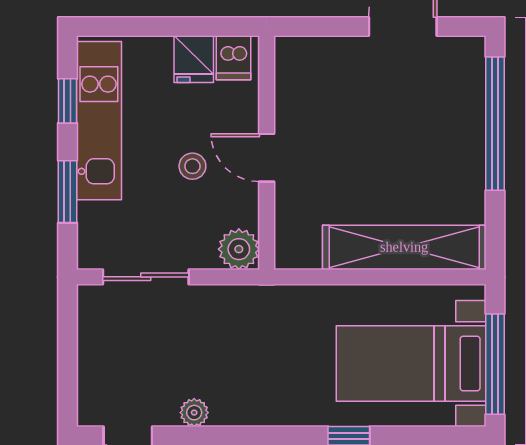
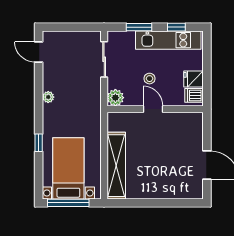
window: (495, 124) -> (167, 203), removed
door: (267, 158) -> (153, 109), hinge flipped
plant: (194, 413) -> (48, 97), moved

